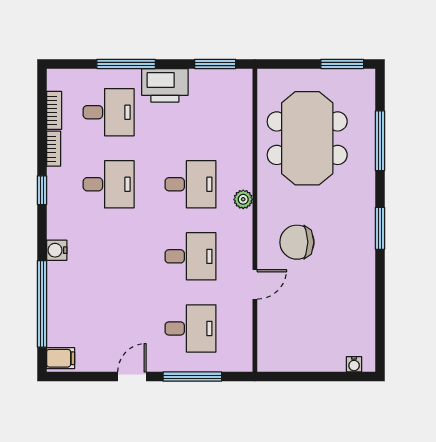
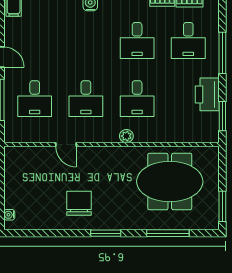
printer: (165, 85) -> (207, 94), moved
chair: (297, 242) -> (79, 203), moved

